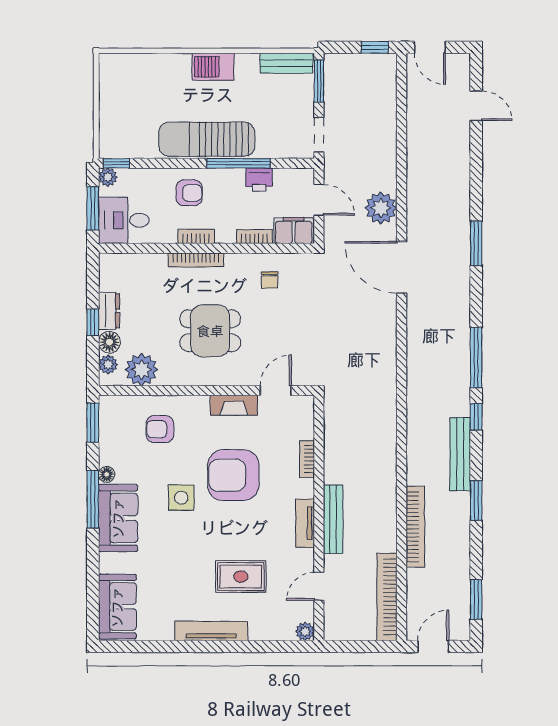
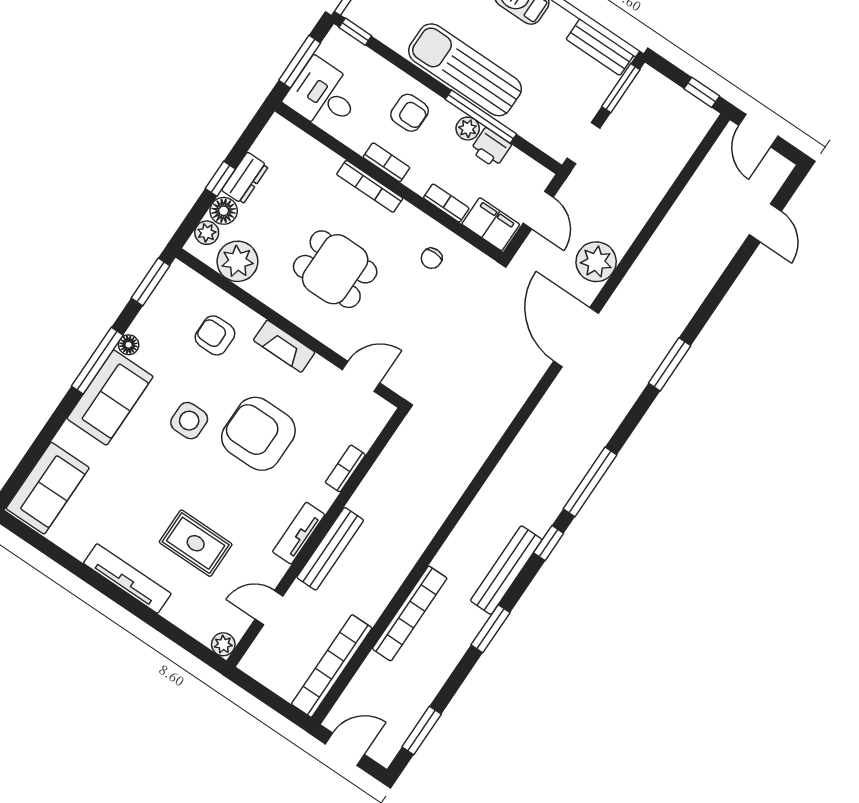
plant: (108, 177) -> (468, 129), moved
fireplace: (234, 405) -> (284, 346), moved

